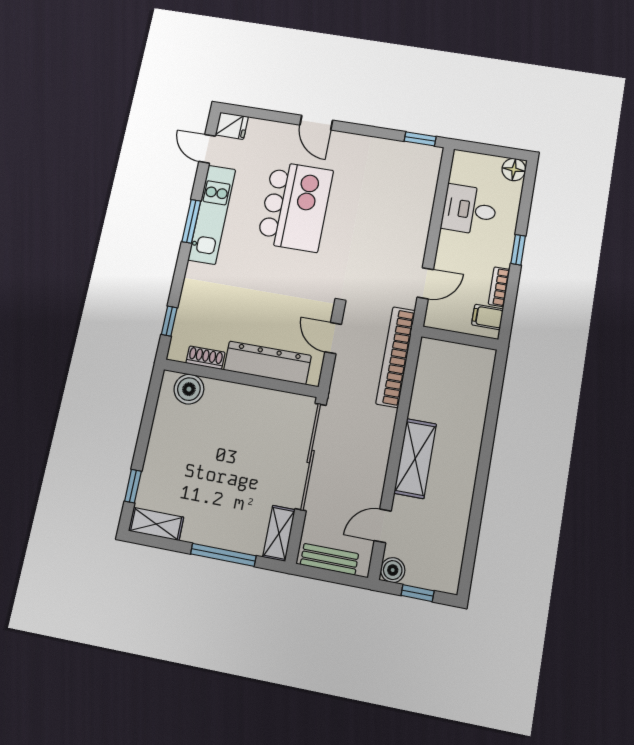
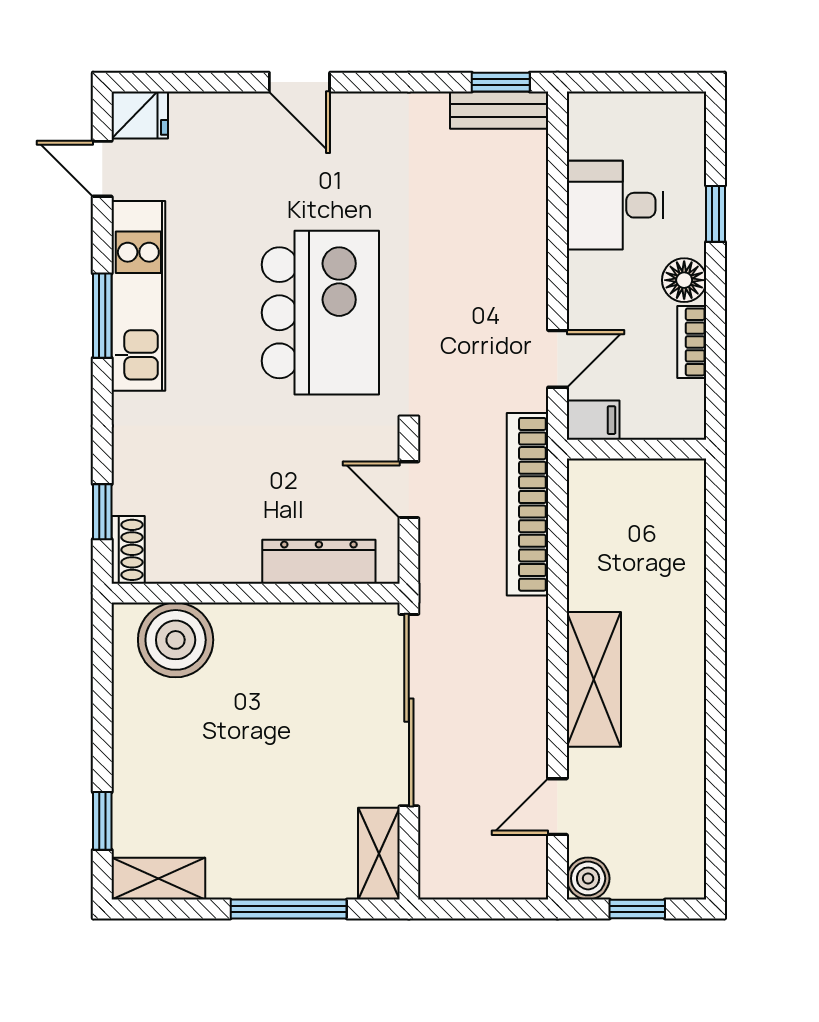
floor lamp: (514, 170) -> (684, 280), moved
kitchen island: (295, 206) -> (320, 313), moved
window: (518, 250) -> (715, 214), moved
filing cabinet: (487, 317) -> (593, 420), moved, turned 180
shoe rack: (205, 358) -> (128, 550), moved, turned 90
dresser: (267, 363) -> (319, 562), width x0.73, depth x0.80
boiler: (189, 389) -> (176, 640), width x1.37, depth x1.37
bench: (329, 559) -> (499, 110), moved

